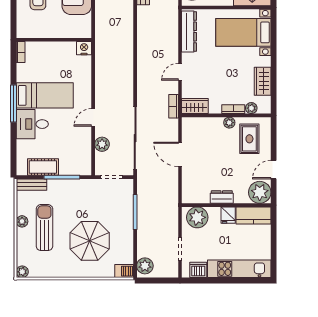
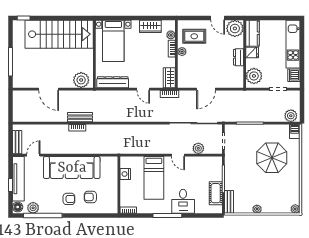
nightstand: (84, 48) -> (125, 174), moved
bed: (45, 95) -> (154, 178), moved, turned 180
sun lounger: (44, 228) -> (262, 192), removed

